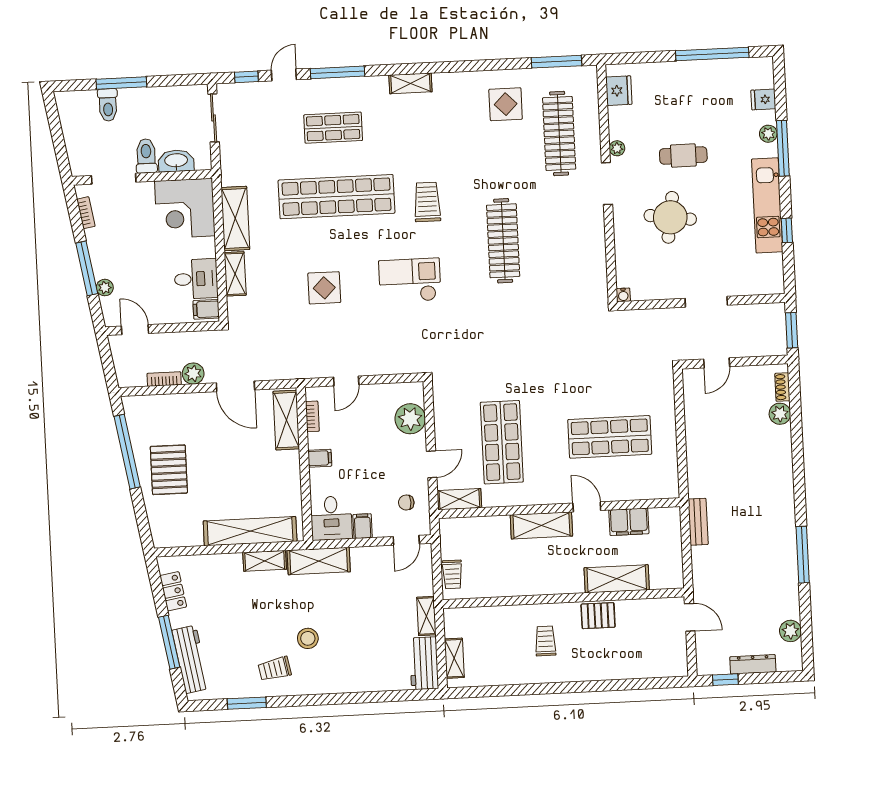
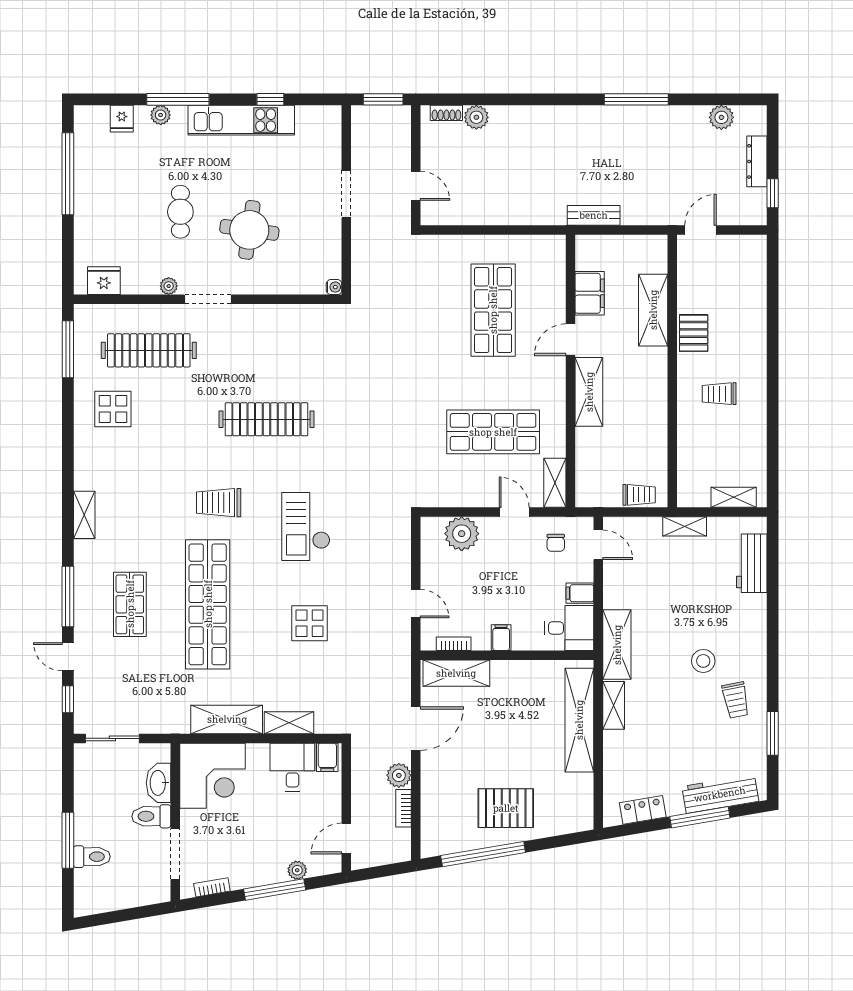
workbench: (424, 663) -> (752, 563), moved, turned 90

